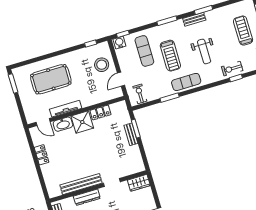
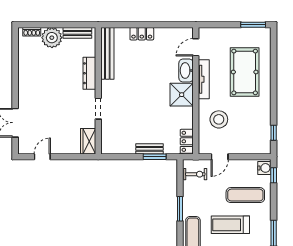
stool: (102, 65) -> (219, 119), moved
door: (121, 79) -> (220, 157), swing flipped
locker: (100, 113) -> (187, 141), moved
locker: (42, 155) -> (142, 34), moved
bench: (81, 184) -> (107, 53), moved

